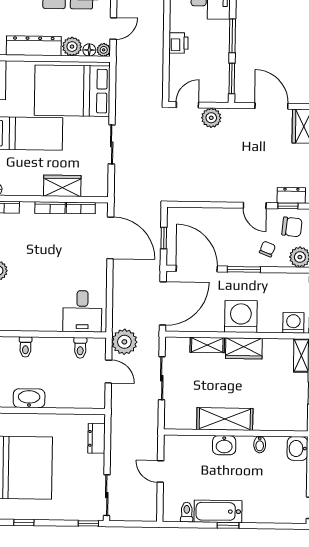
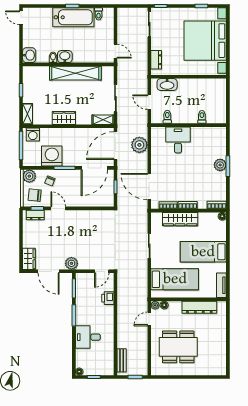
printer: (179, 43) -> (108, 298), moved
plant: (72, 47) -> (175, 307), removed
bed: (72, 91) -> (175, 279), width x0.67
plant: (211, 118) -> (71, 263), moved
wardrobe: (62, 186) -> (180, 219), width x1.50
door: (197, 269) -> (94, 168), hinge flipped
desk: (82, 311) -> (178, 140), moved
washing machine: (241, 316) -> (52, 156), moved, turned 180
plant: (124, 342) -> (139, 145), moved
shelving: (207, 345) -> (103, 120), moved
washbasin: (29, 398) -> (167, 85), moved
shelving: (225, 419) -> (75, 73), width x1.47
washbasin: (224, 445) -> (65, 57), moved
door: (160, 472) -> (115, 51), moved
bathtub: (218, 511) -> (73, 17), width x1.36, depth x1.36

